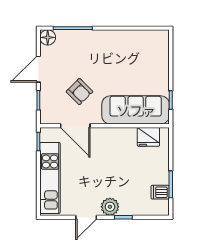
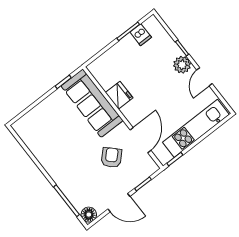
fridge: (148, 137) -> (119, 95), moved
door: (86, 217) -> (204, 77), swing flipped

